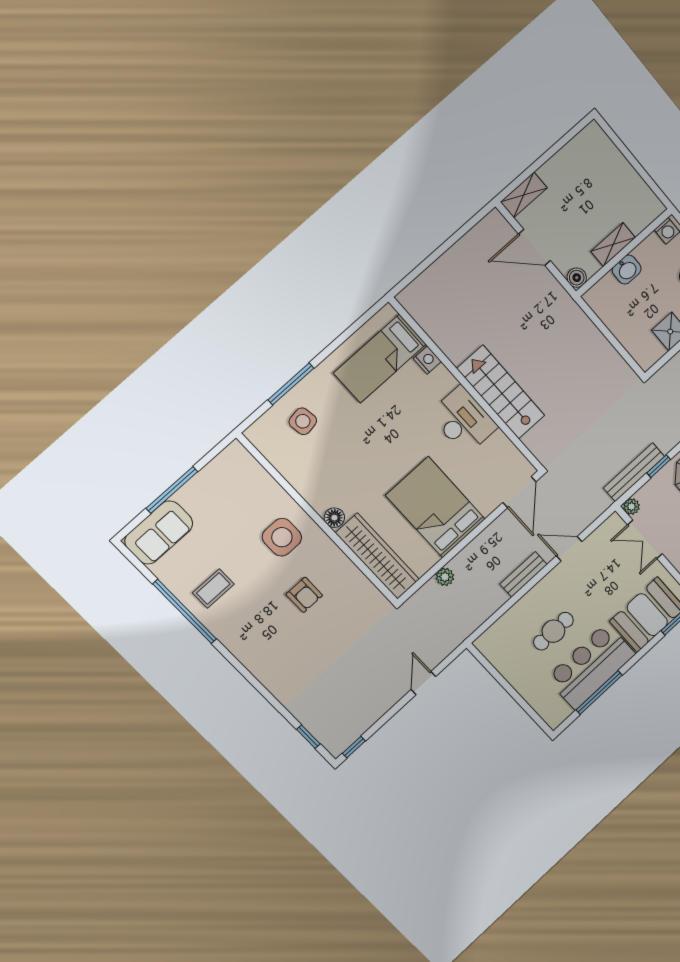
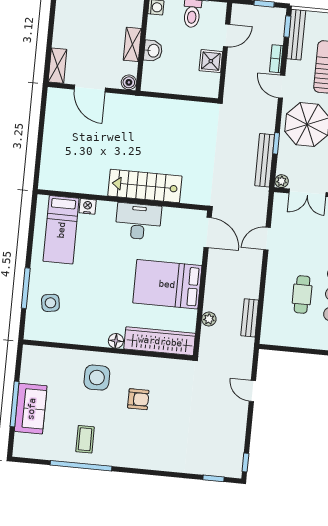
door: (534, 247) -> (90, 89), hinge flipped
sofa: (159, 532) -> (31, 409), moved
bench: (524, 574) -> (250, 318), moved

